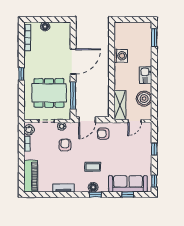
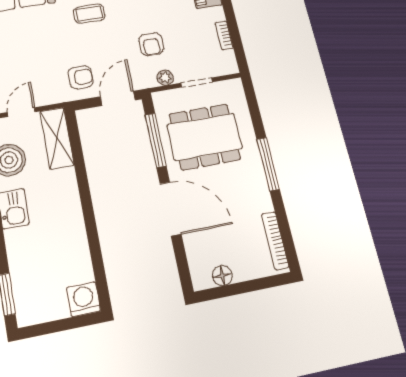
floor lamp: (45, 27) -> (222, 276), moved
washing machine: (121, 56) -> (83, 299), moved, turned 90
door: (73, 61) -> (170, 209), swing flipped
window: (21, 74) -> (268, 164), width x2.17
plant: (29, 130) -> (226, 61), removed

